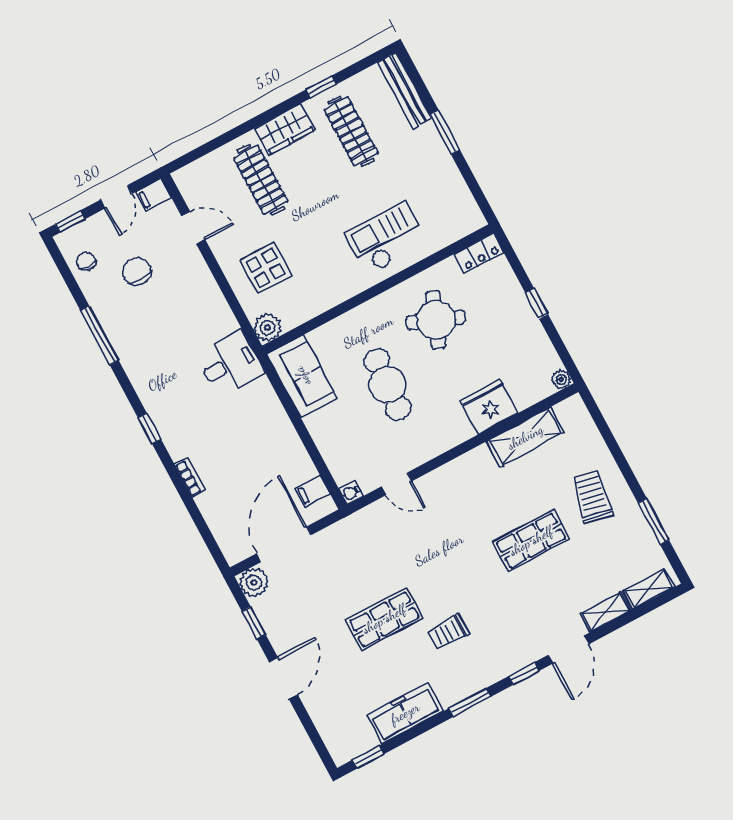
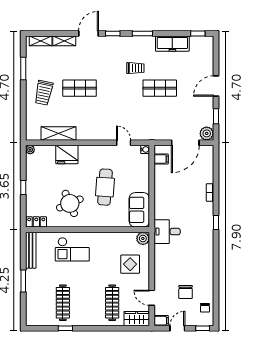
bench: (405, 90) -> (31, 250), moved
wardrobe: (285, 129) -> (137, 319), moved
round table: (436, 320) -> (70, 203), turned 45
window: (100, 335) -> (216, 273), removed

